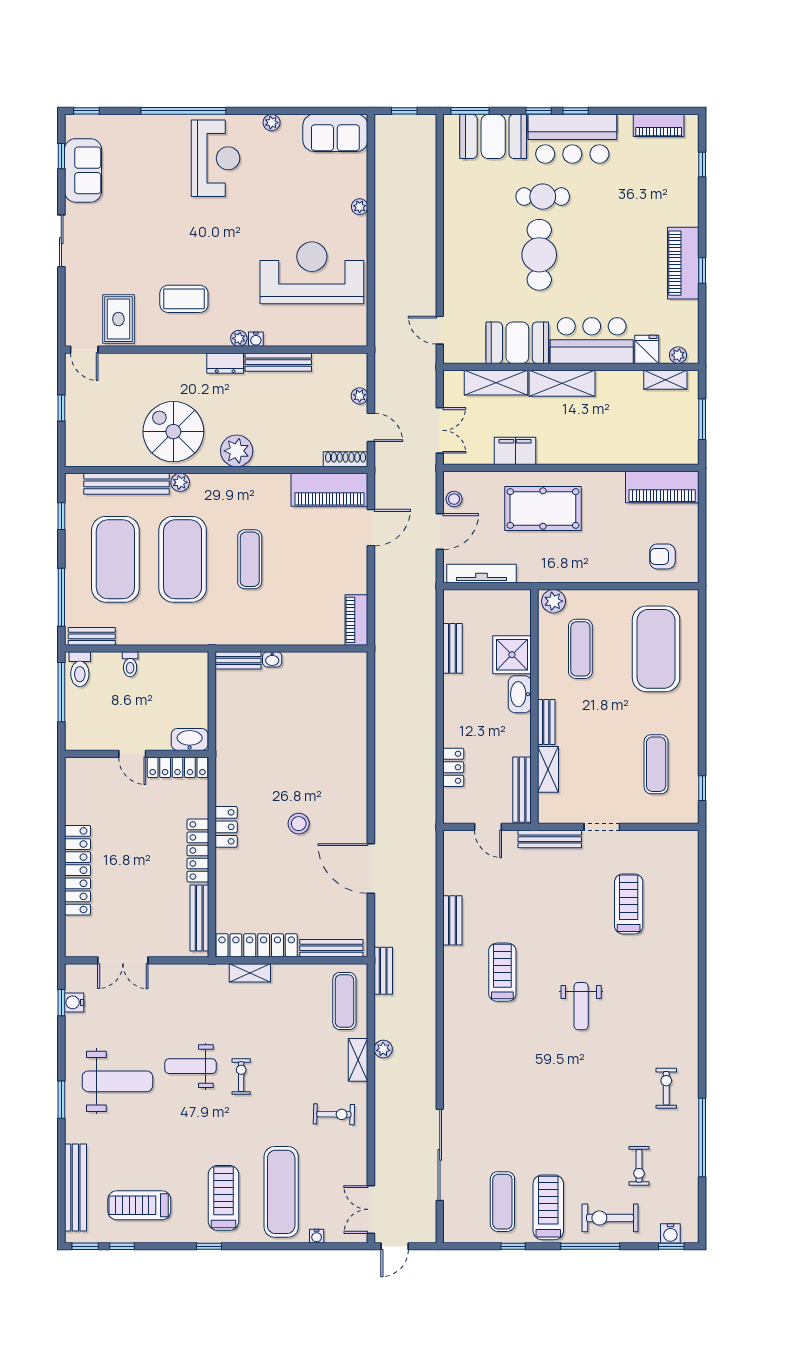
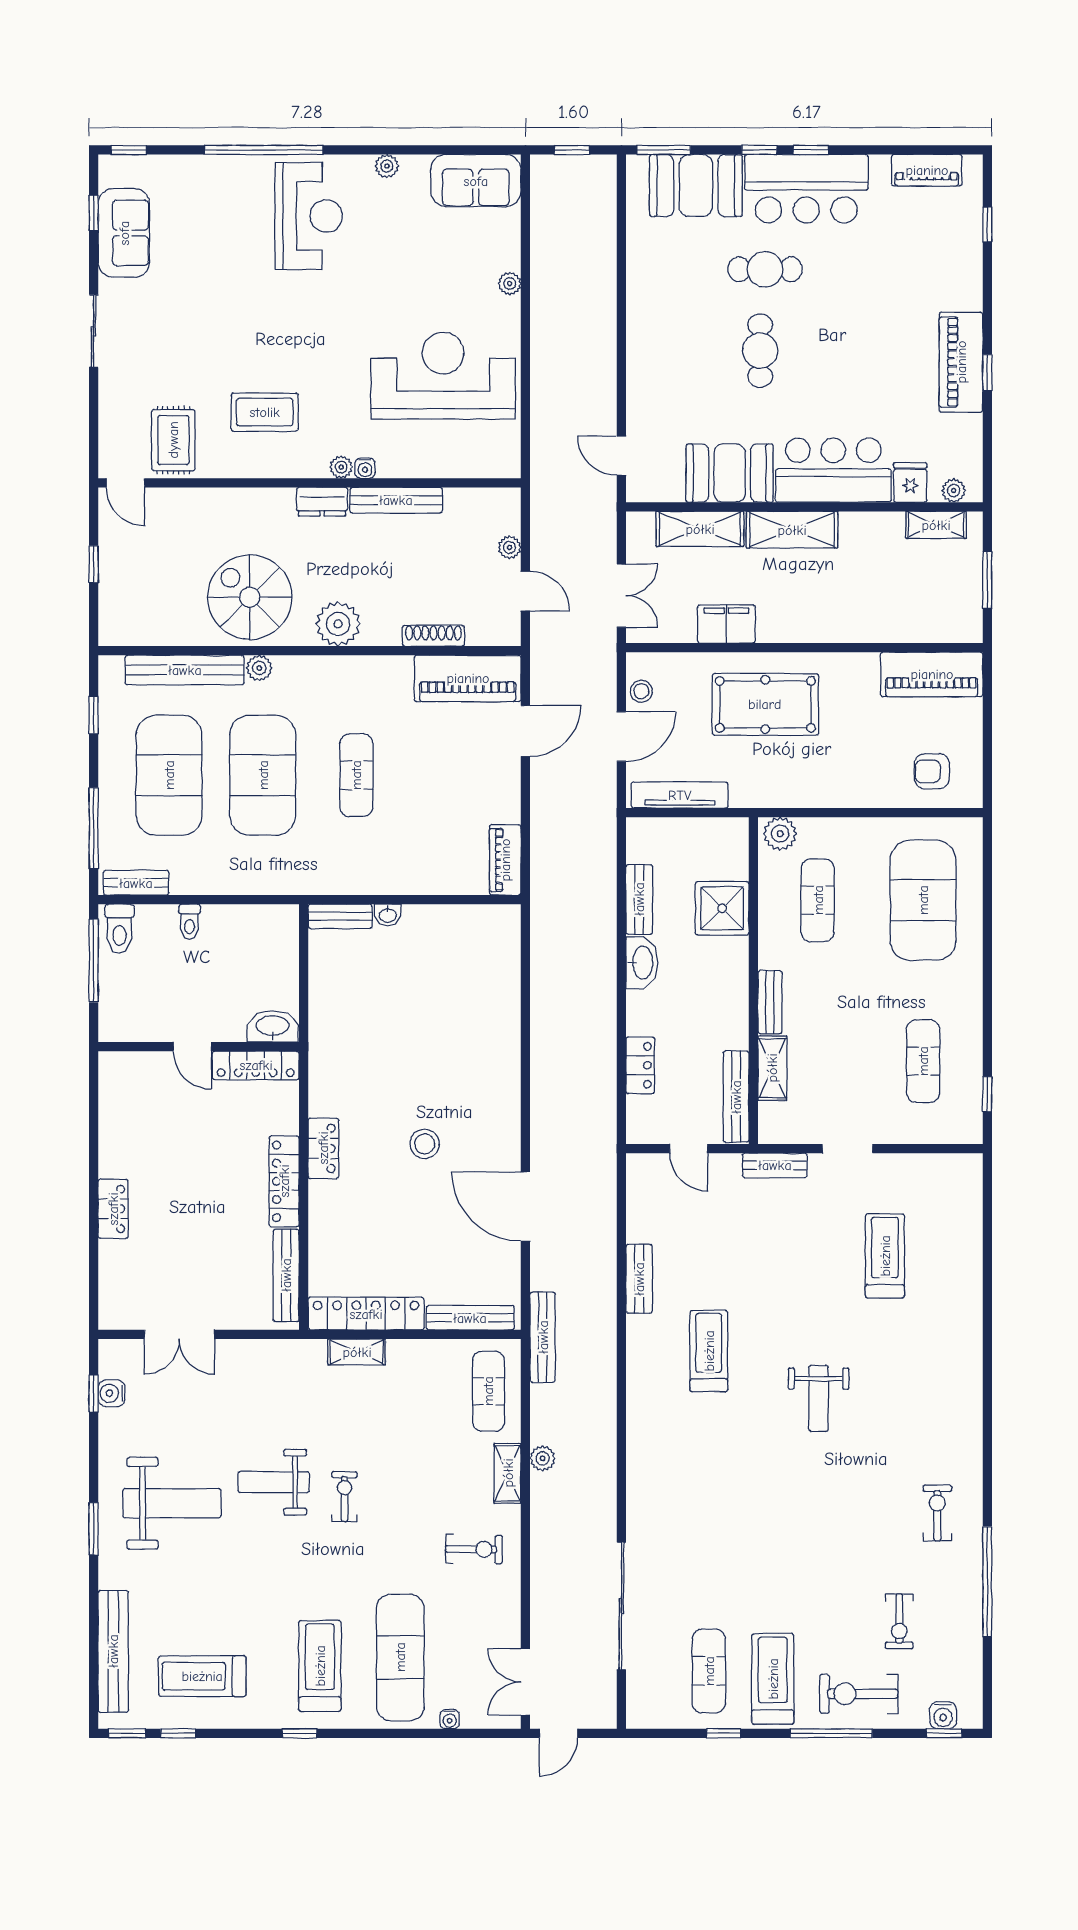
cafe table: (539, 255) -> (760, 351), width x0.73, depth x0.74
shoe rack: (346, 459) -> (433, 636), moved
washbasin: (520, 694) -> (642, 963), moved, turned 180
bench: (550, 839) -> (775, 1165), width x0.73
locker: (78, 870) -> (113, 1209), width x0.46, depth x0.83
bench: (383, 971) -> (543, 1337), width x1.36

